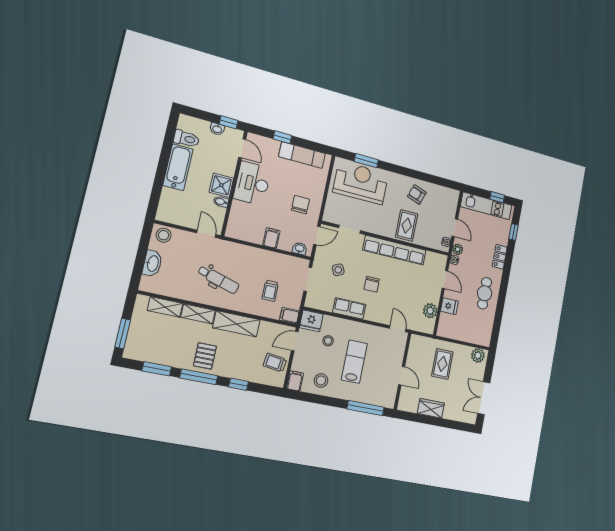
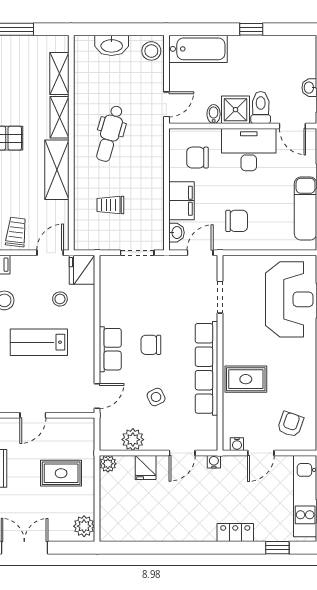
toilet: (186, 139) -> (261, 108), moved, turned 180
door: (242, 148) -> (292, 126), hinge flipped
window: (164, 158) -> (251, 29), added
bathtub: (178, 167) -> (198, 49), moved
armchair: (417, 194) -> (290, 424), moved
chair: (250, 221) -> (198, 158), added
door: (317, 235) -> (200, 253), swing flipped
filing cabinet: (271, 238) -> (181, 201), width x2.00
plant: (458, 249) -> (108, 464), moved
side table: (338, 270) -> (156, 397), moved
cafe table: (485, 293) -> (176, 519), removed
row of seats: (349, 308) -> (110, 349), moved
filing cabinet: (289, 316) -> (83, 238), removed
door: (295, 341) -> (50, 253), hinge flipped
lab bench: (354, 362) -> (39, 342), turned 180

